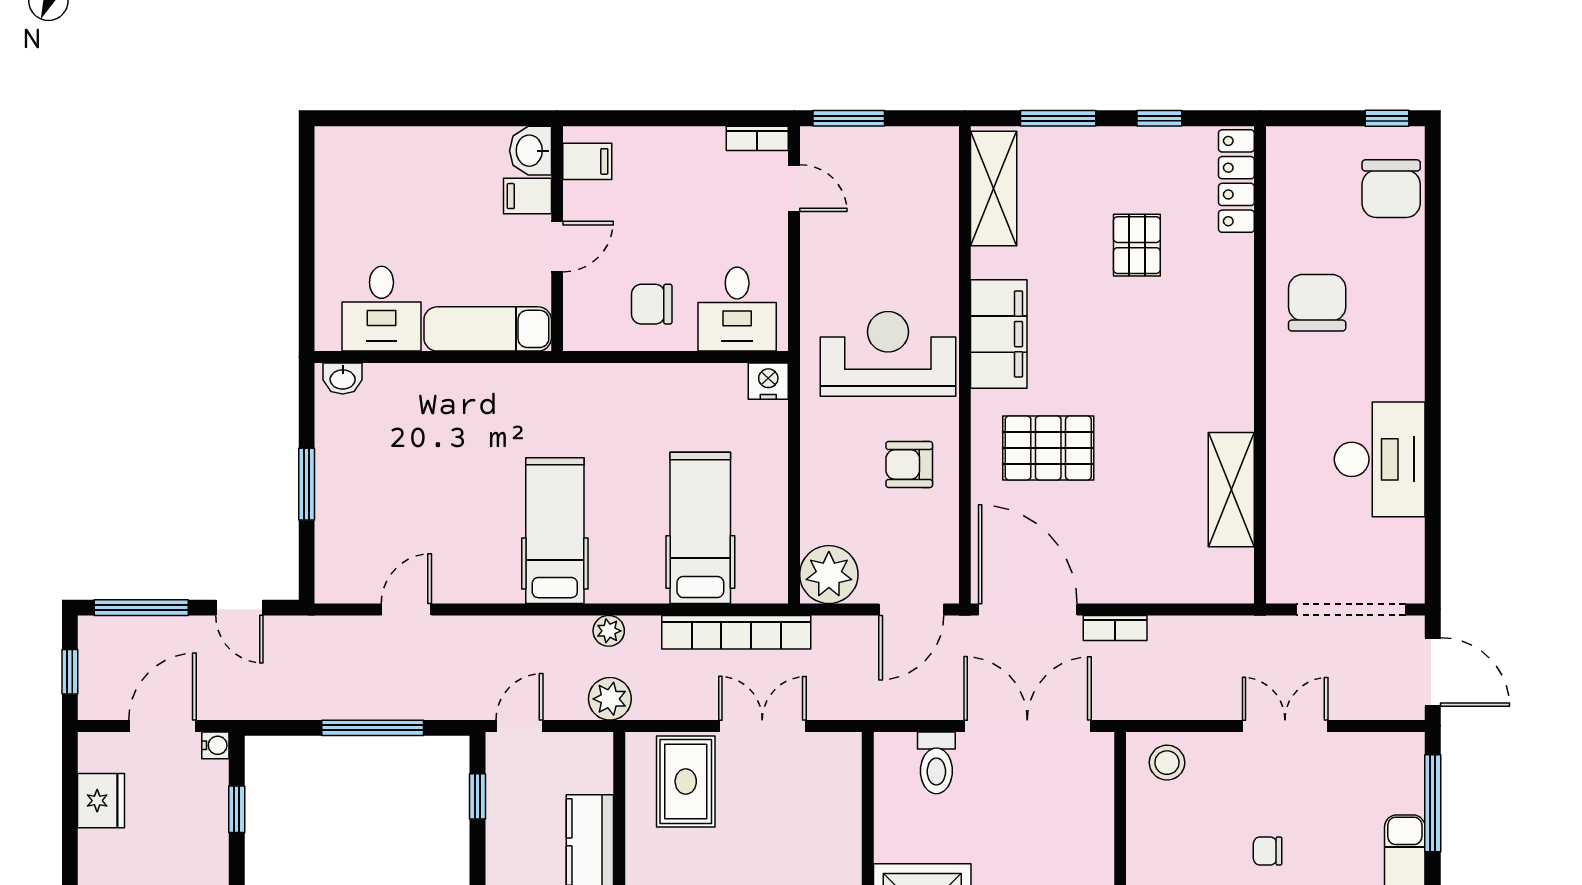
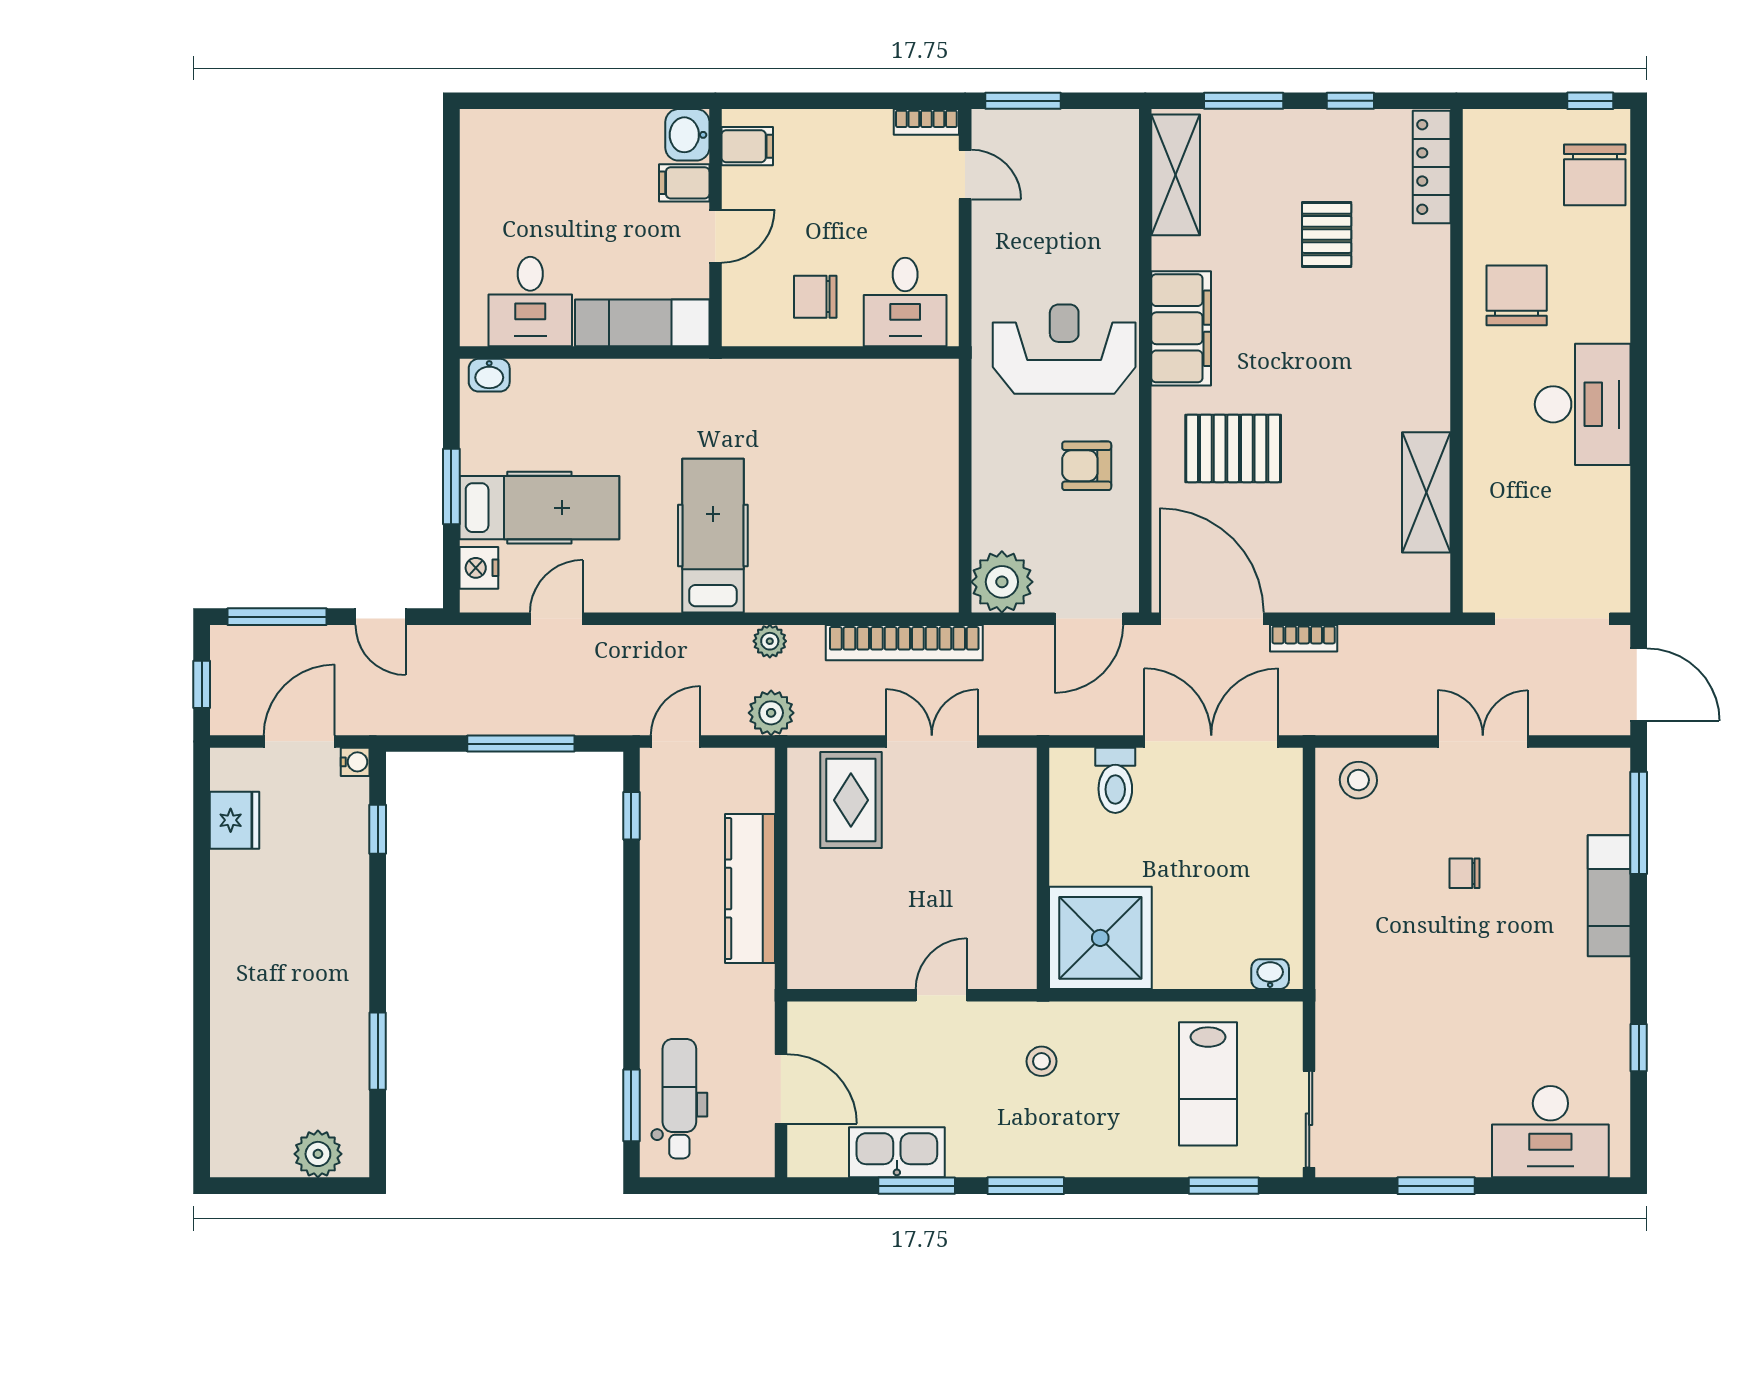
nightstand: (768, 381) -> (479, 568), moved, turned -90
desk: (1380, 459) -> (1583, 404), moved
hospital bed: (700, 528) -> (539, 508), moved, turned 90

